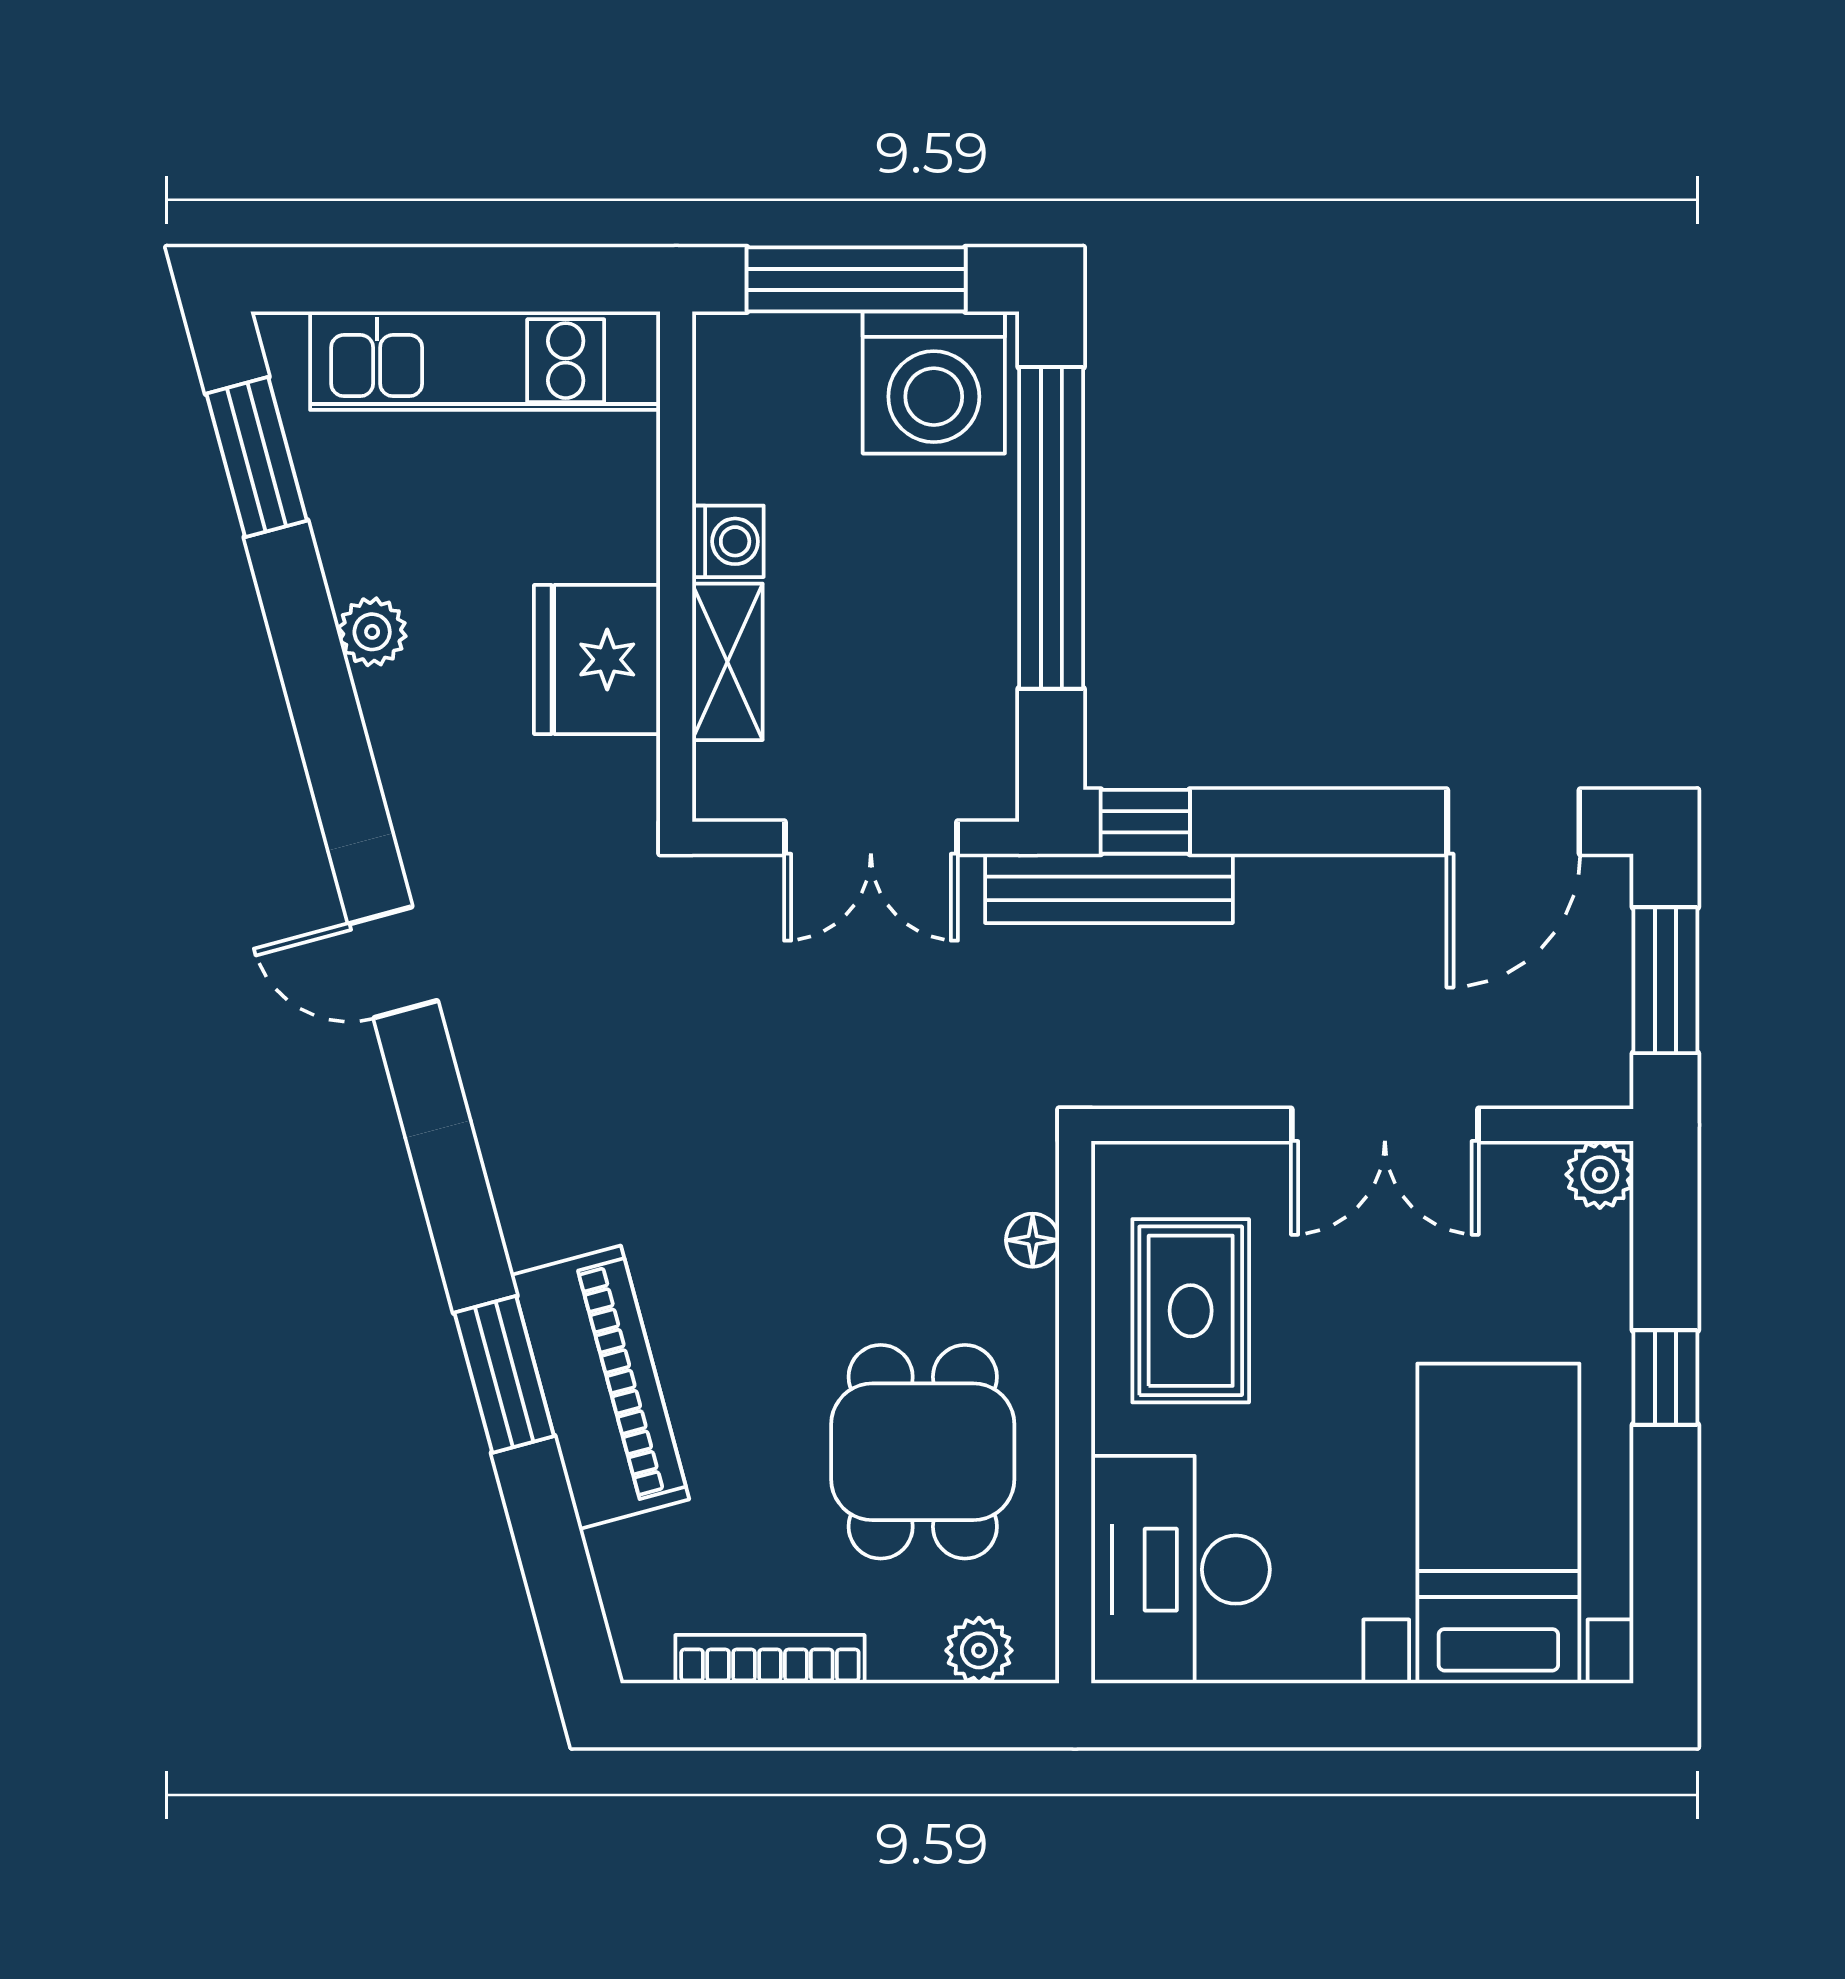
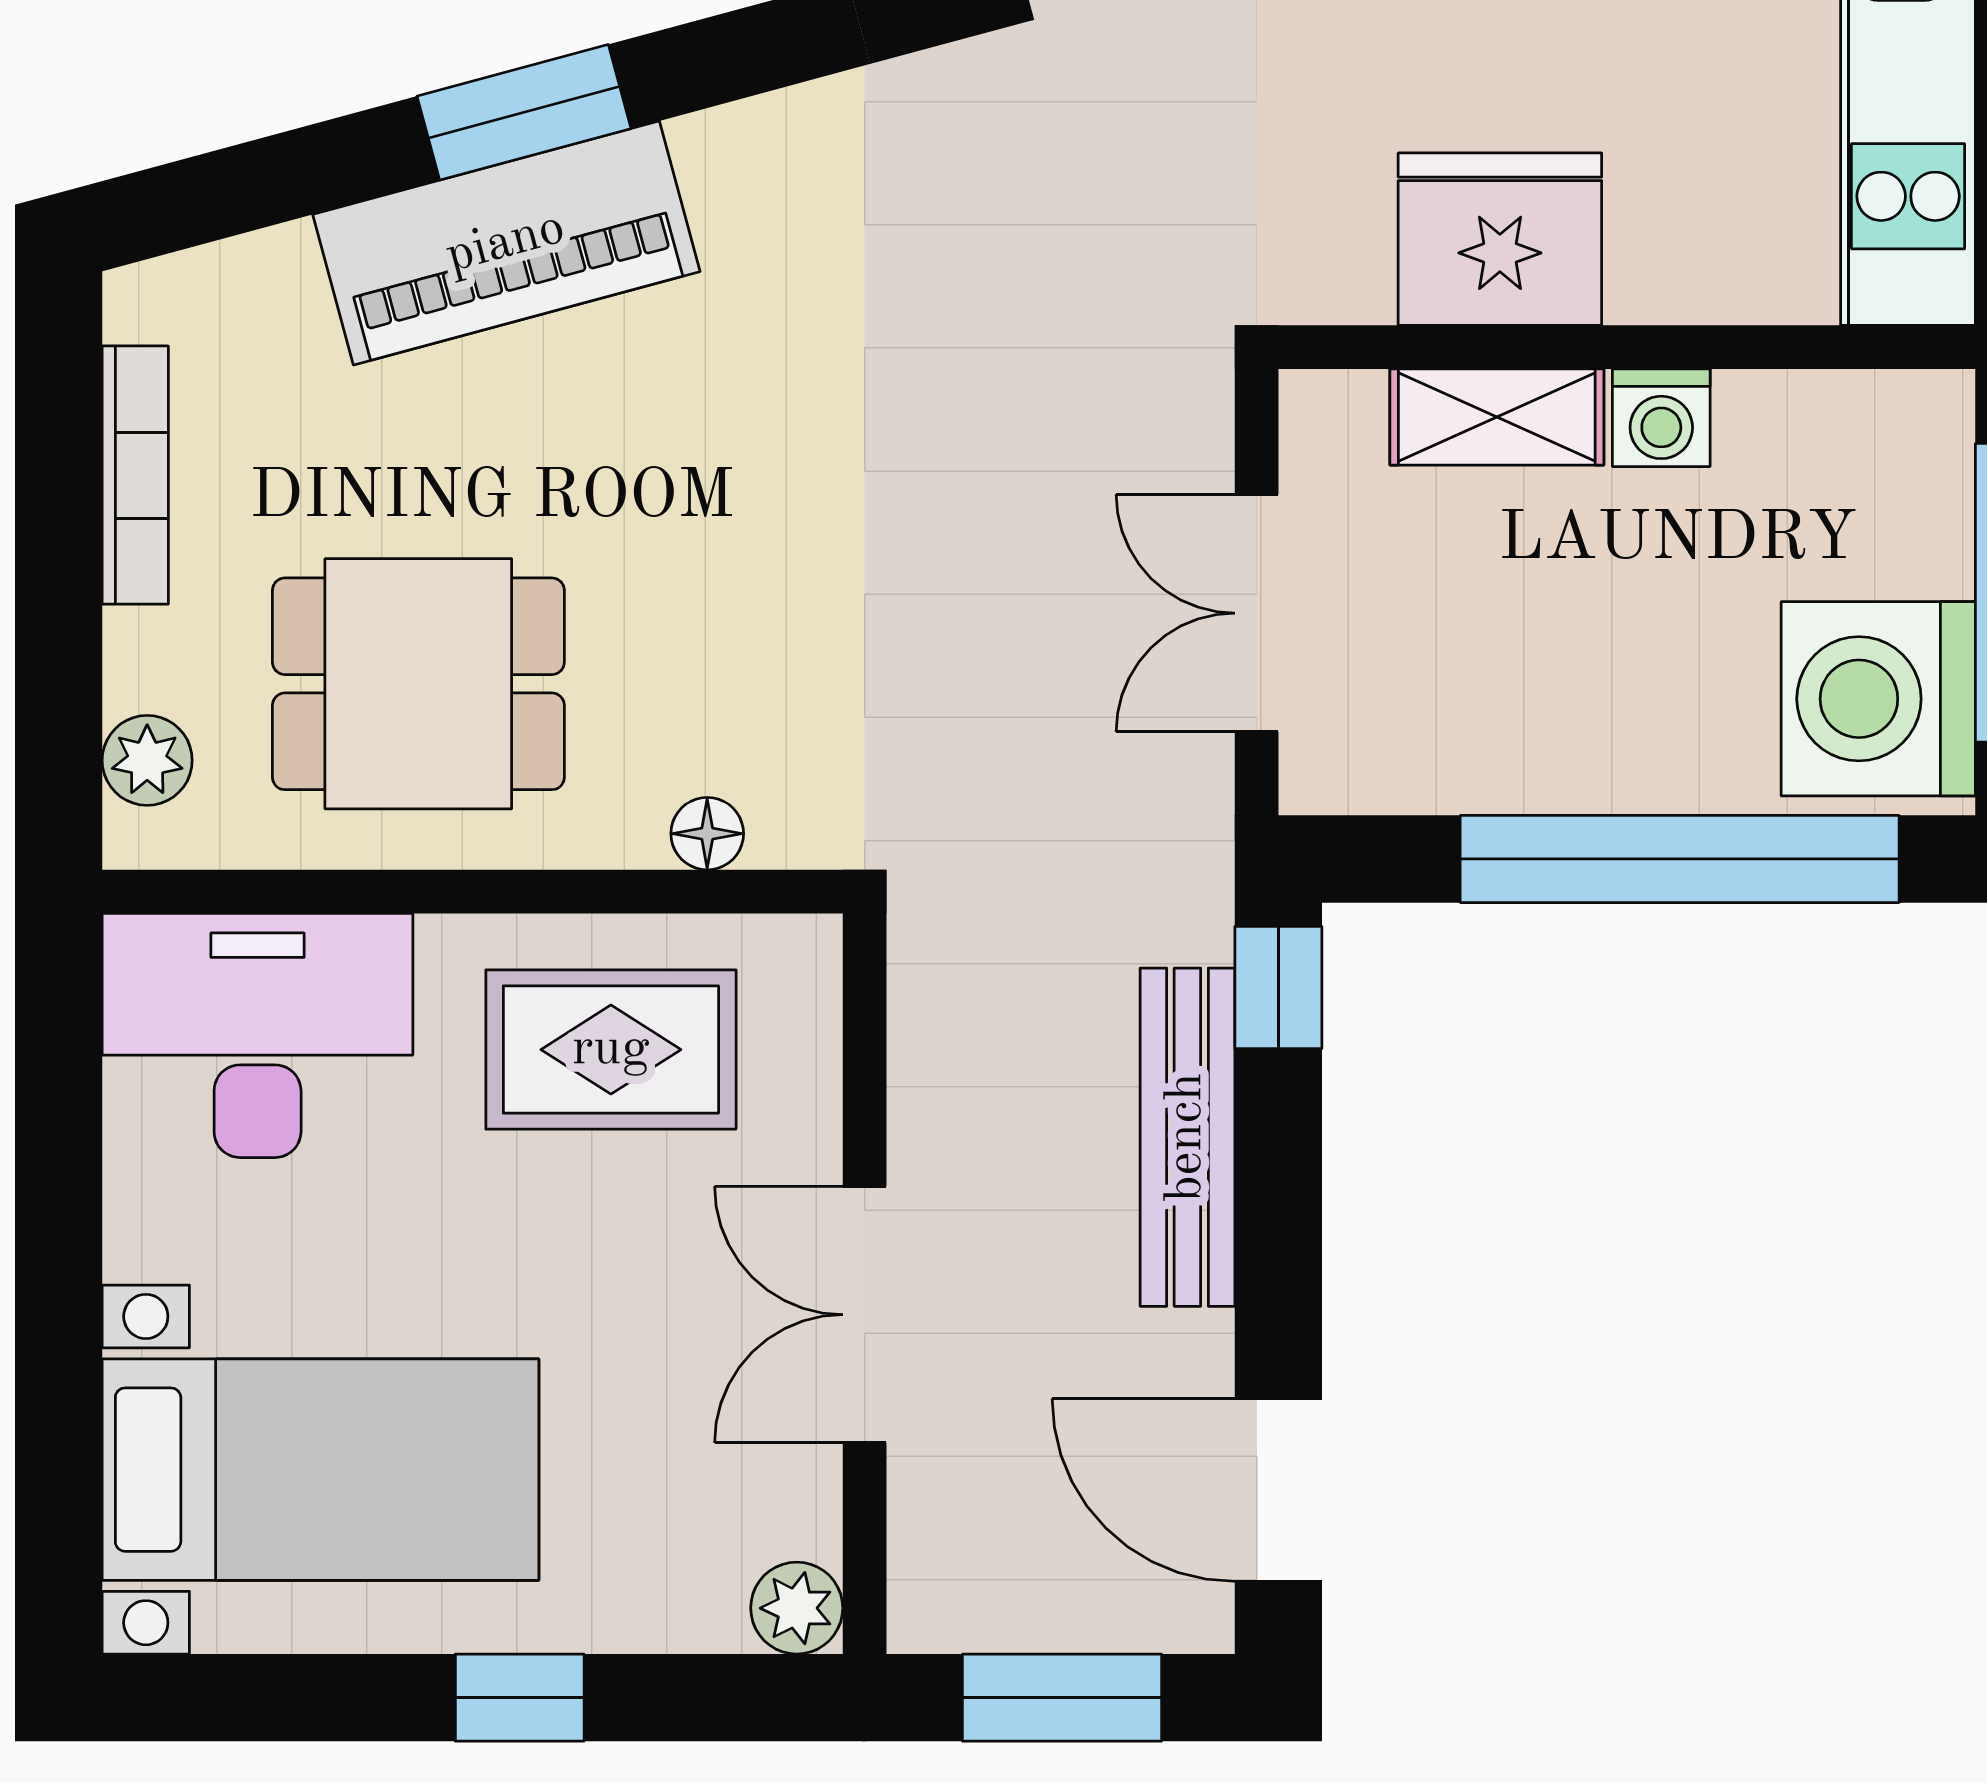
bench: (1109, 888) -> (1187, 1137), moved

